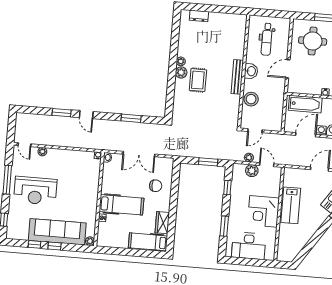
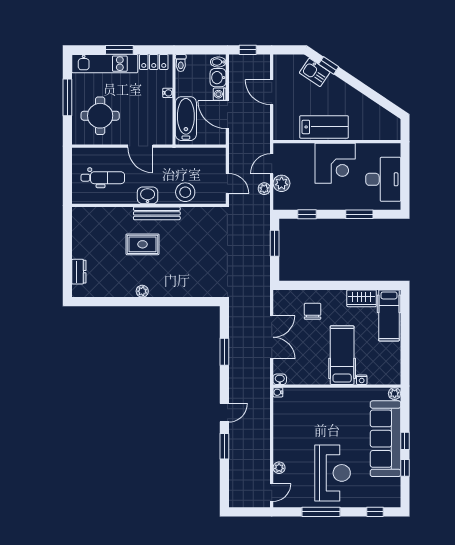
plant: (181, 72) -> (157, 289), removed
rug: (198, 80) -> (142, 244), moved

